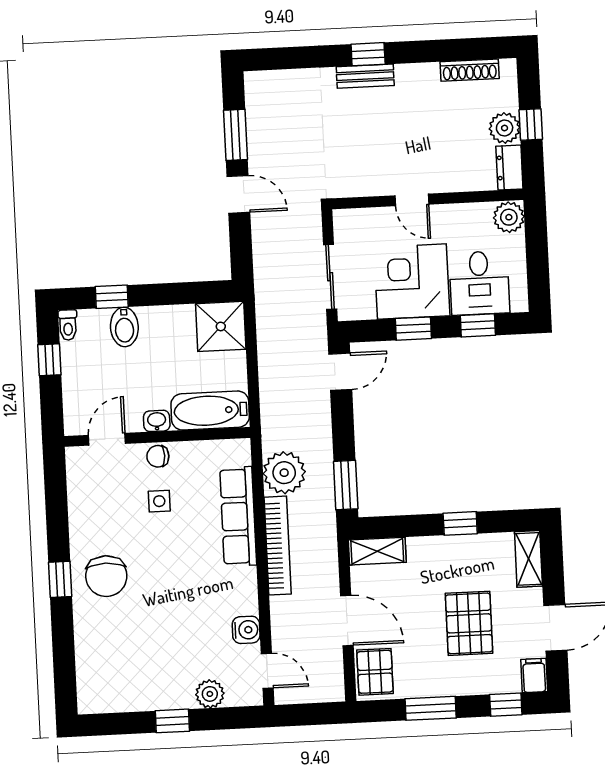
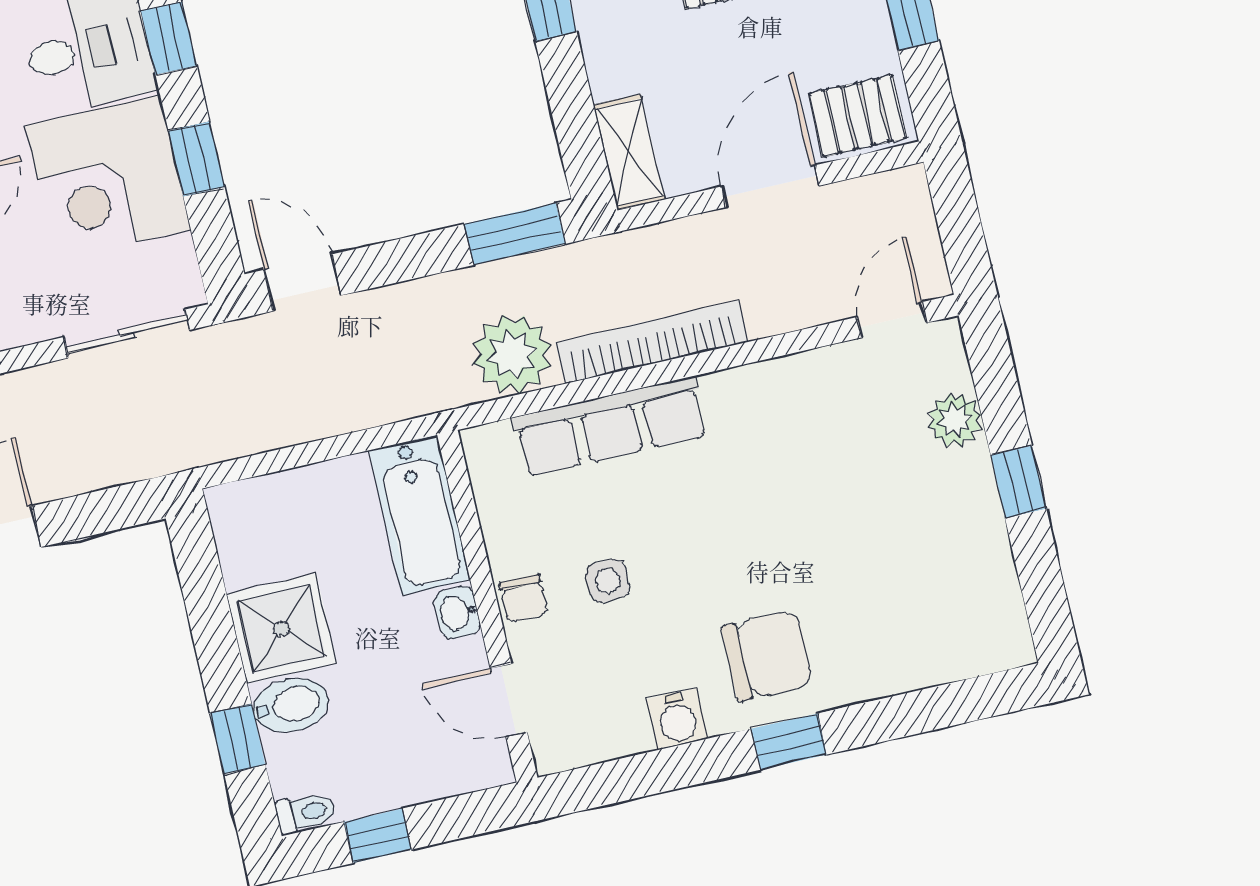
shower: (221, 326) -> (281, 629), moved
water cooler: (246, 630) -> (677, 719), moved, turned 180

